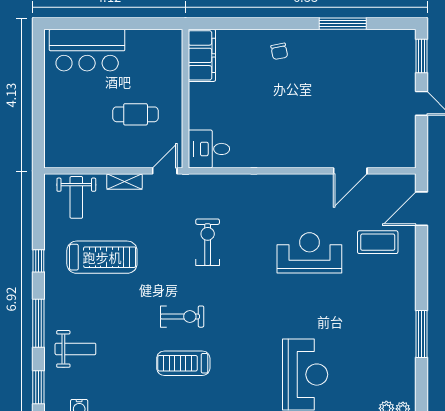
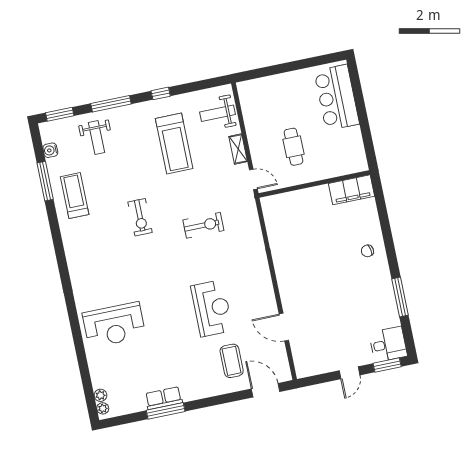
desk: (209, 149) -> (388, 344), moved, turned 90
row of seats: (406, 333) -> (164, 398), added
treadmill: (183, 363) -> (75, 196), moved

